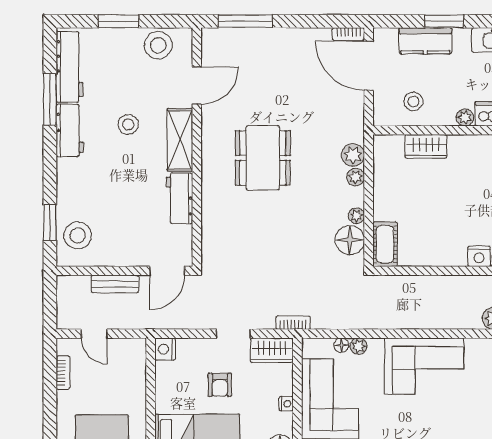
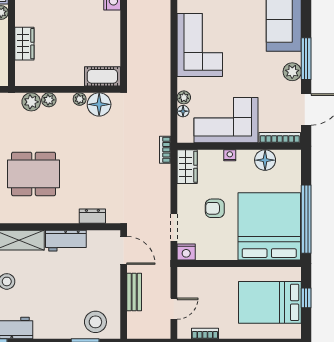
dresser: (210, 232) -> (92, 216), added
doorway: (233, 334) -> (174, 228), moved
armchair: (220, 385) -> (215, 208), turned 180

